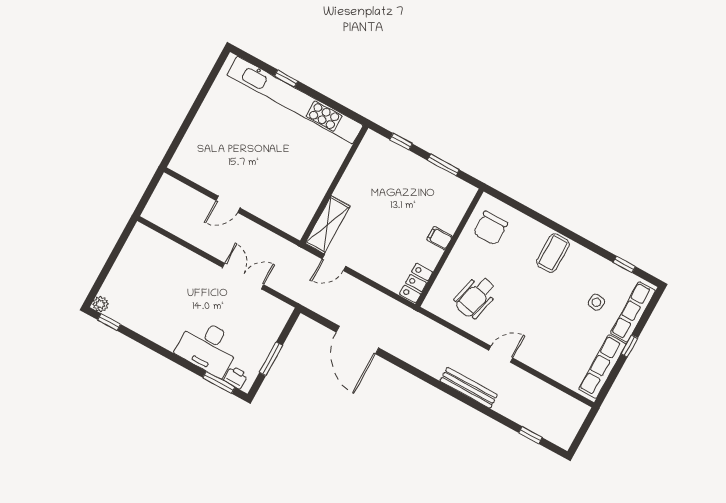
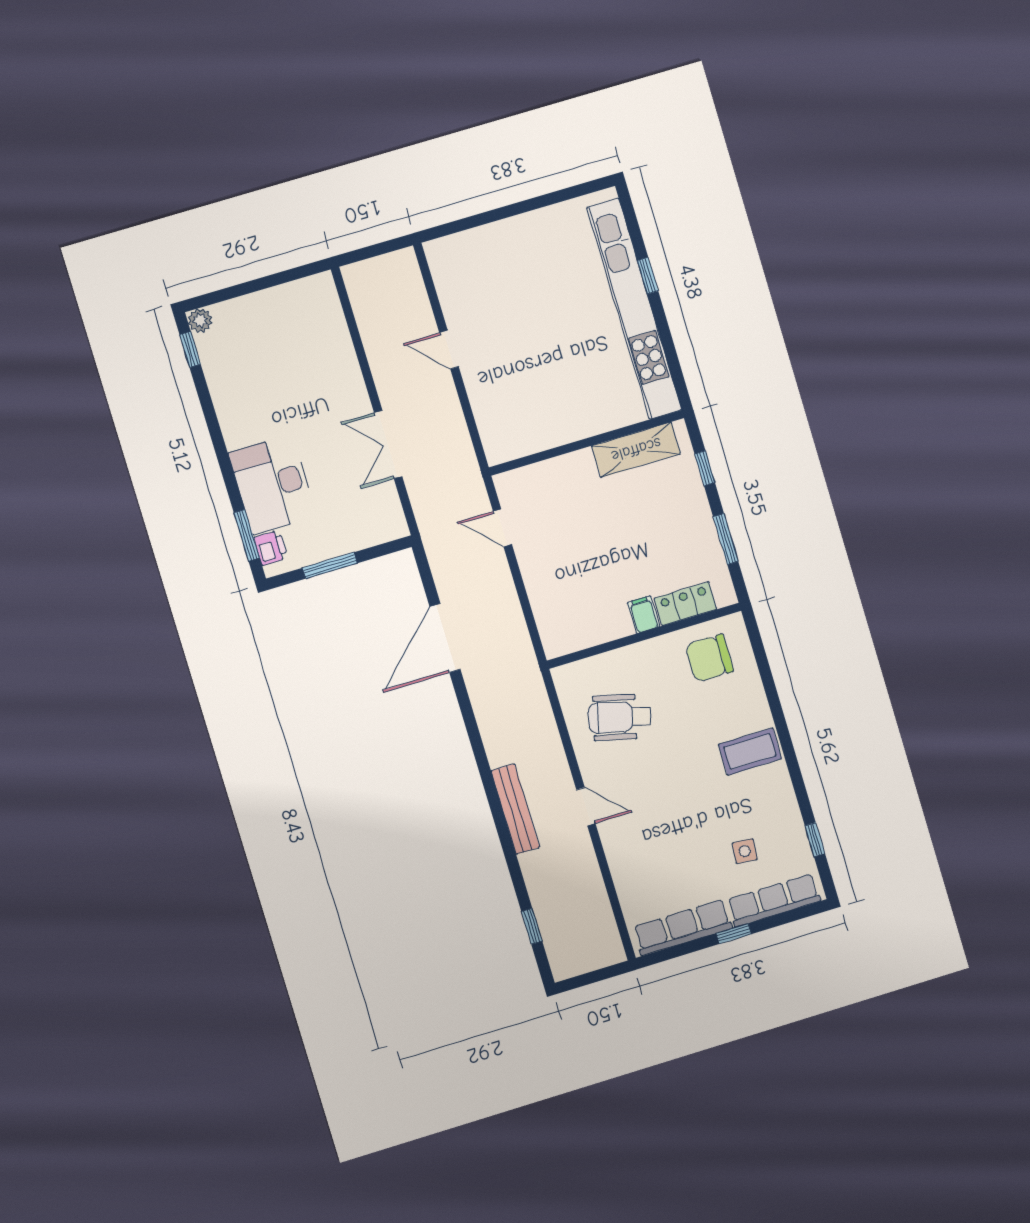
shelving: (328, 225) -> (636, 450), moved
double door: (243, 276) -> (388, 445), swing flipped
locker: (416, 283) -> (685, 604), moved

